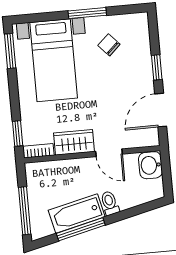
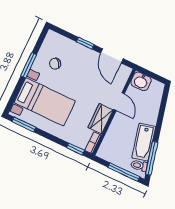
door: (109, 153) -> (119, 102), hinge flipped
toilet: (110, 203) -> (139, 166), moved
window: (81, 229) -> (152, 158), moved

